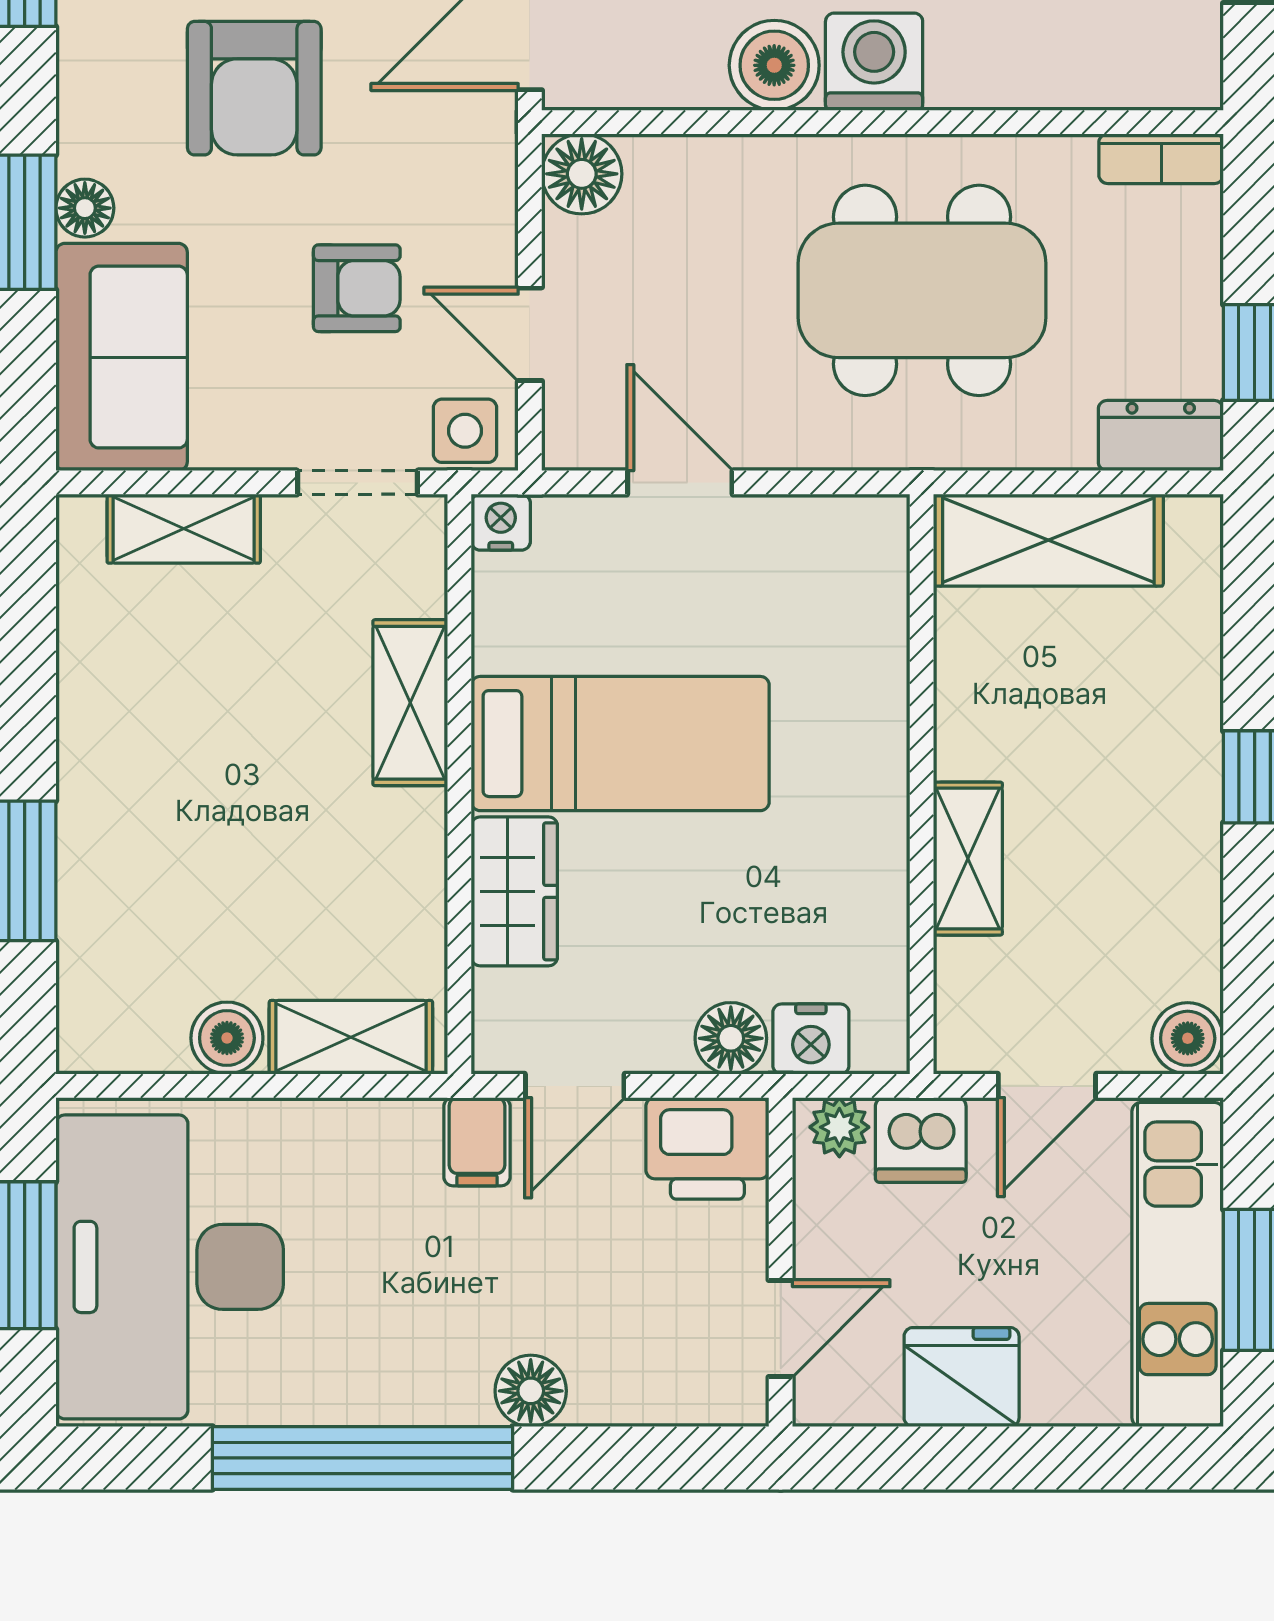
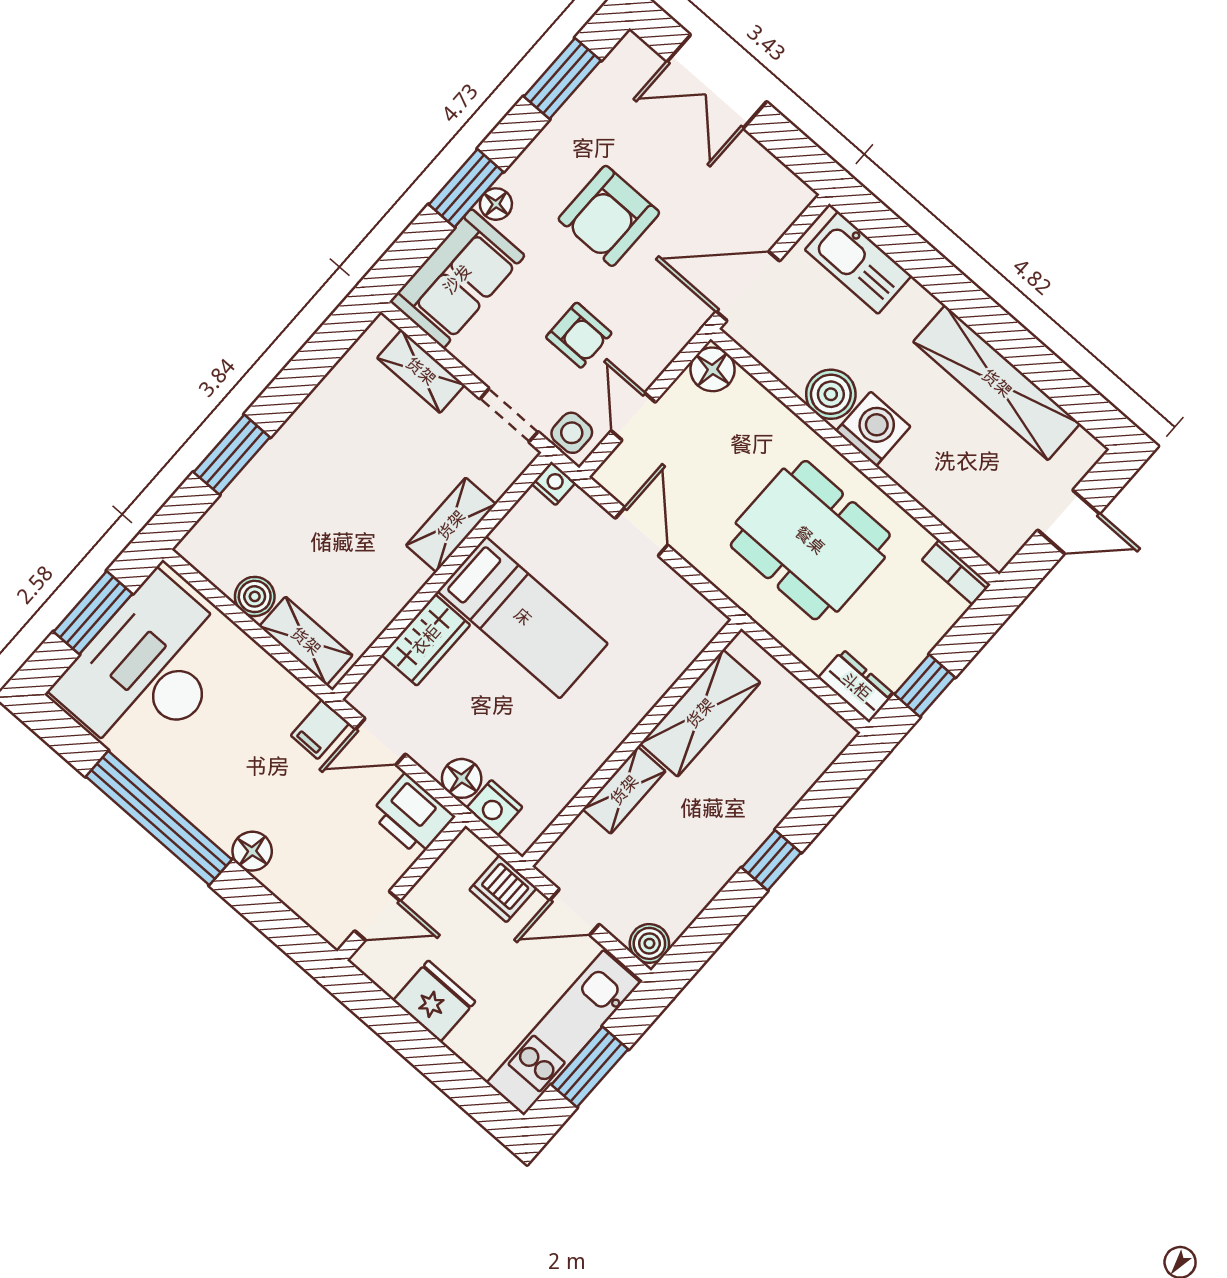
shelving: (1048, 540) -> (700, 713), moved, turned 90
plant: (839, 1127) -> (474, 854), removed

